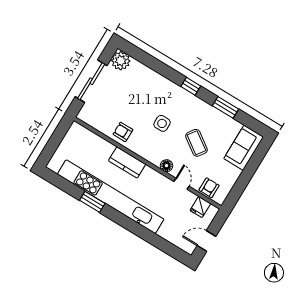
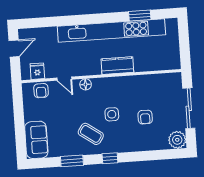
armchair: (123, 132) -> (145, 117), moved, turned 90
coffee table: (196, 143) -> (91, 134), moved
window: (92, 202) -> (140, 15), moved

